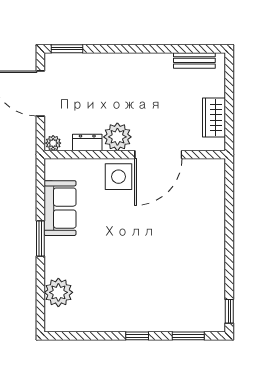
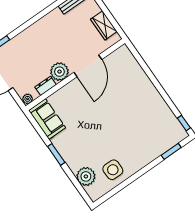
side table: (119, 177) -> (113, 170), moved
sofa: (60, 208) -> (47, 119), moved
window: (137, 336) -> (144, 170), removed

